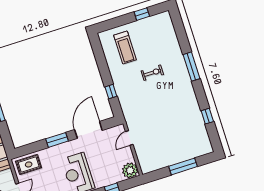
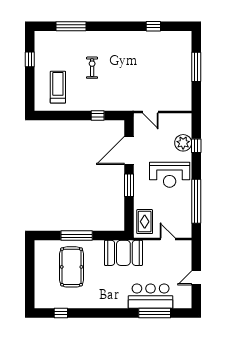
treadmill: (125, 47) -> (58, 87), turned -90
window: (191, 67) -> (71, 26), moved
door: (88, 130) -> (129, 150), hinge flipped
plant: (130, 170) -> (183, 143), moved

